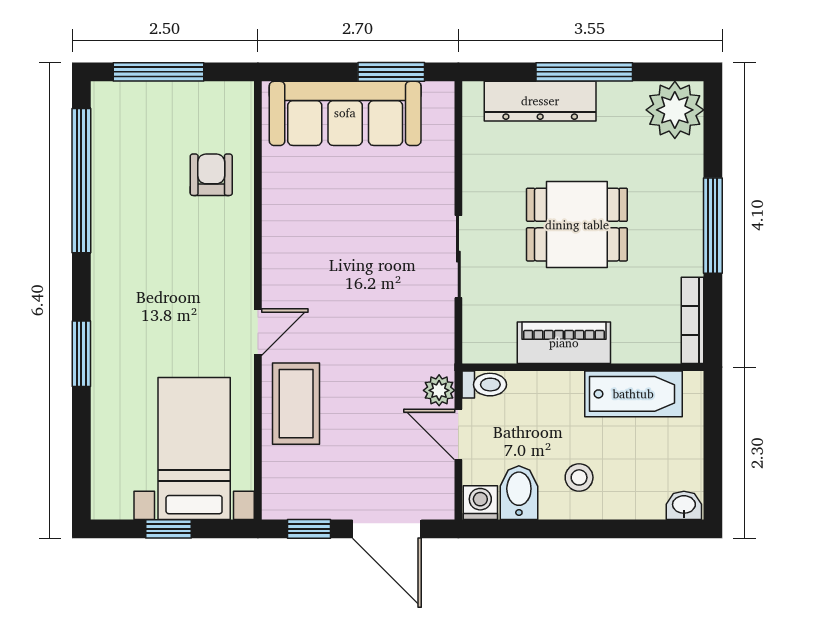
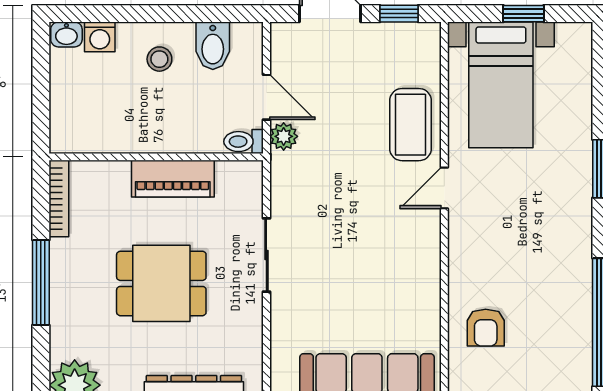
bathtub: (633, 394) -> (111, 133), removed
washing machine: (480, 503) -> (100, 37), moved

